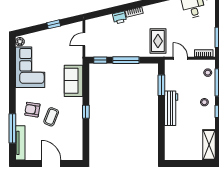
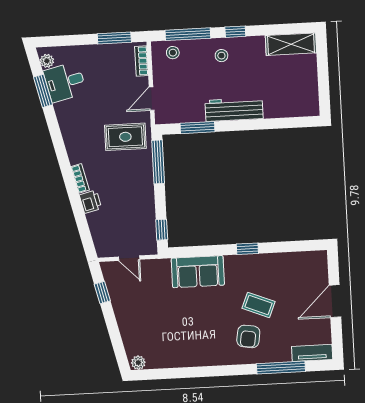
window: (54, 24) -> (102, 292), moved
window: (126, 60) -> (158, 162), moved
corner sofa: (30, 67) -> (179, 344), removed
tv unit: (20, 143) -> (312, 353), width x0.71

